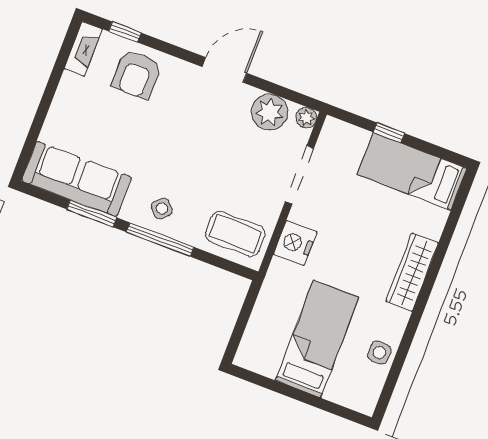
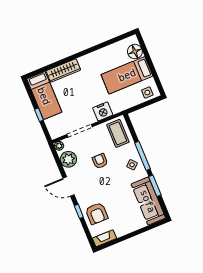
window: (125, 32) -> (79, 211), moved
armchair: (137, 74) -> (97, 213), turned 90
armchair: (218, 161) -> (100, 161), added
wardrobe: (412, 272) -> (63, 71), moved
side table: (379, 353) -> (147, 93), moved
floor lamp: (344, 389) -> (135, 52), added

